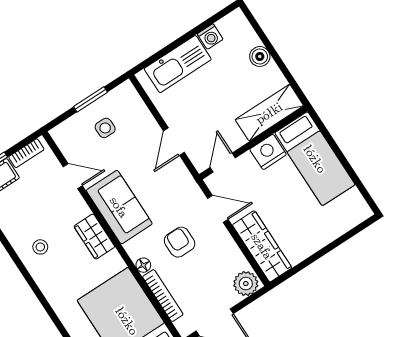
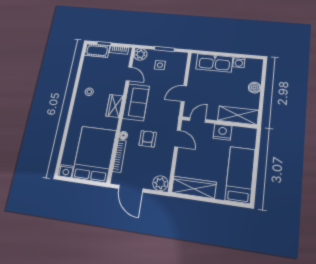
plant: (63, 135) -> (141, 54), added
bed: (315, 159) -> (240, 175), moved, turned 180
wardrobe: (262, 246) -> (194, 187), moved, turned -90

